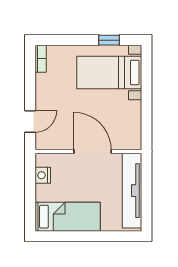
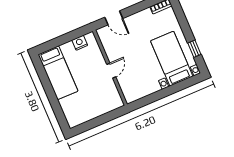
door: (93, 152) -> (111, 71), width x0.53
tv unit: (132, 191) -> (96, 110), removed

